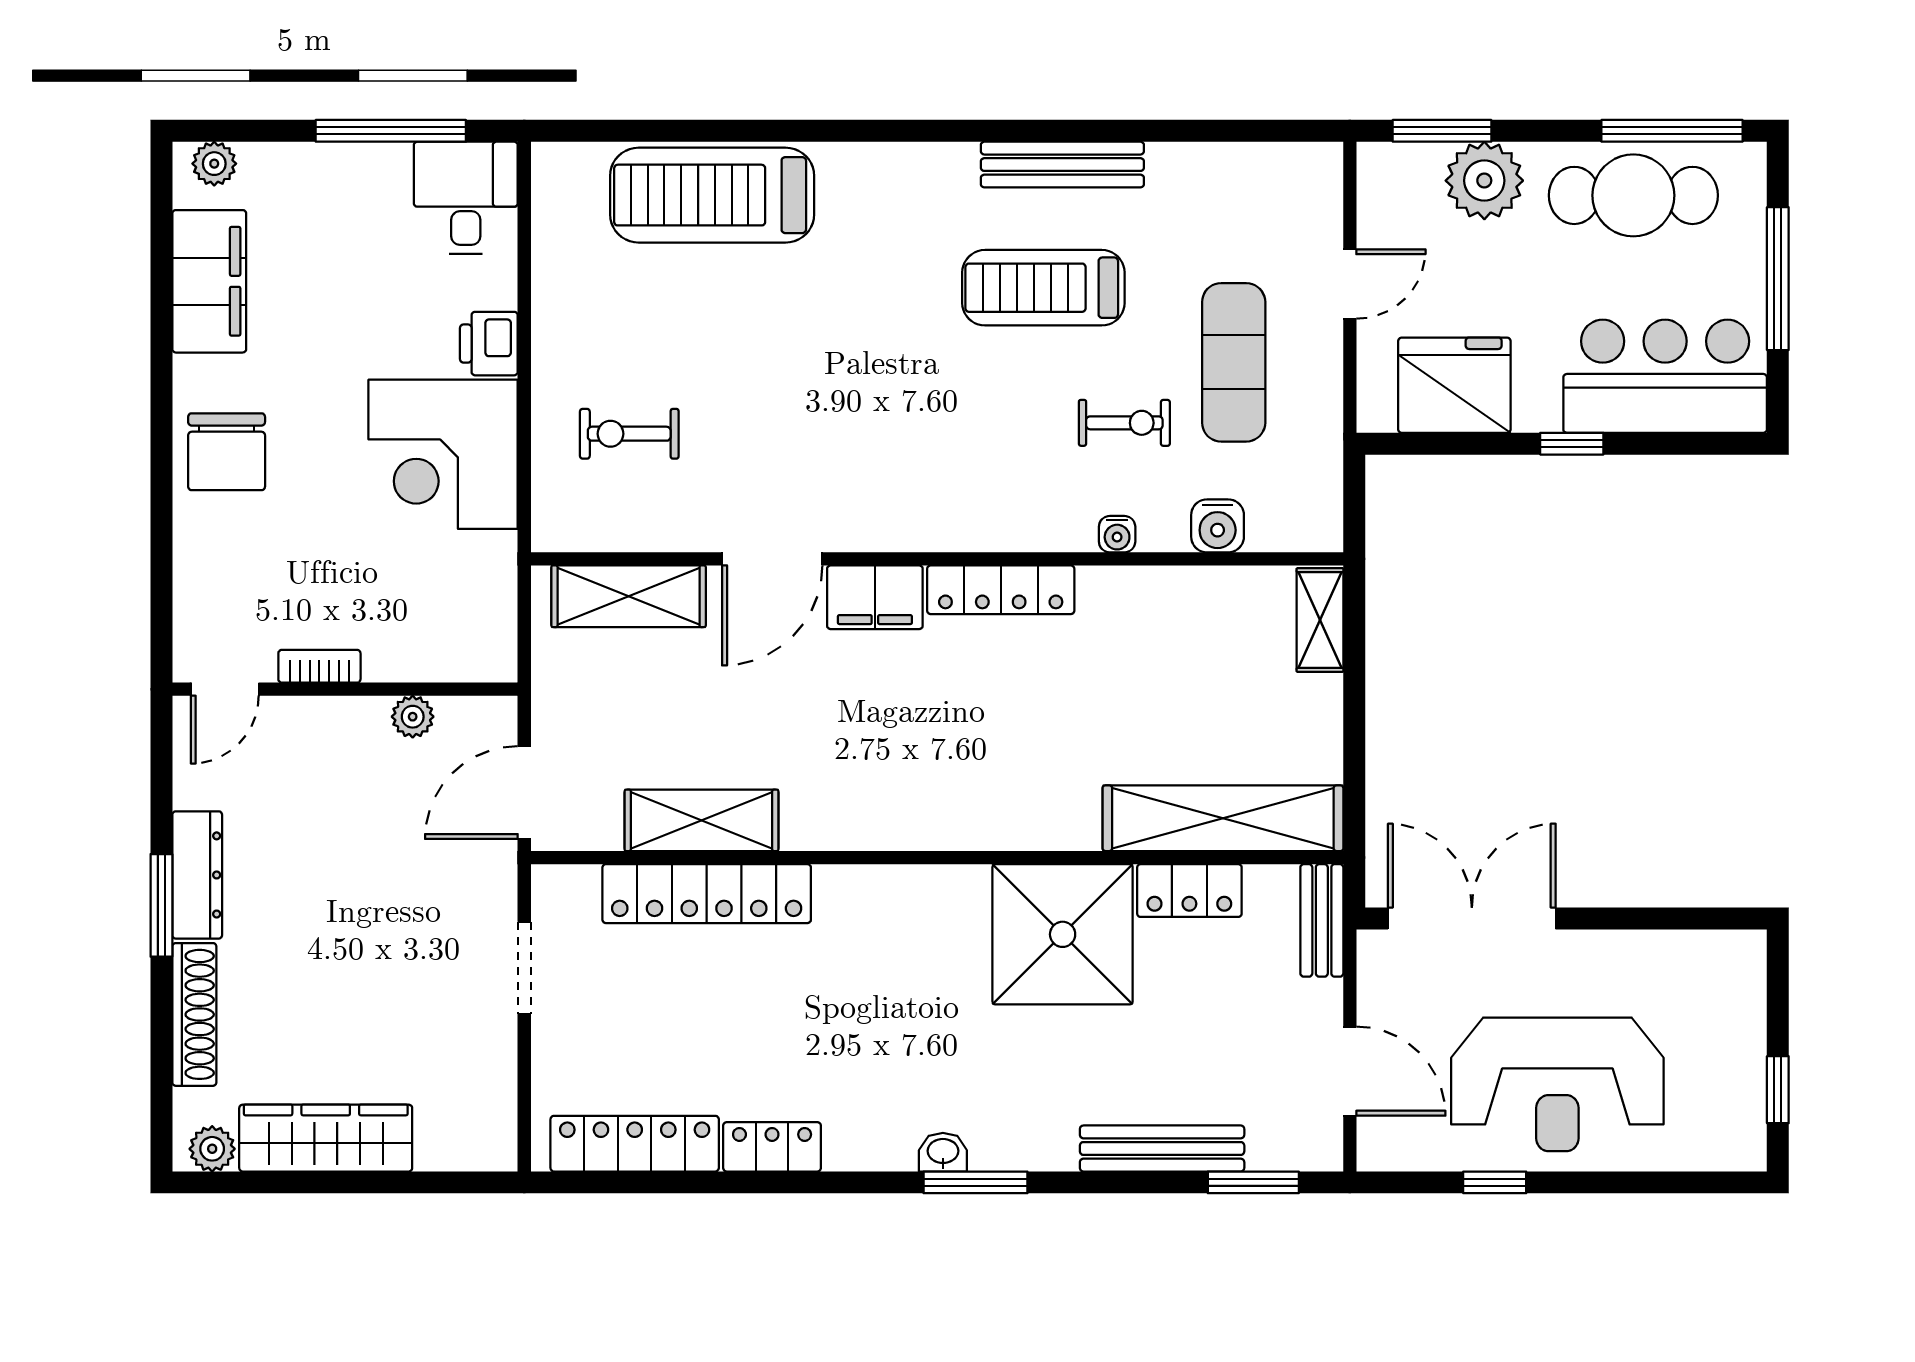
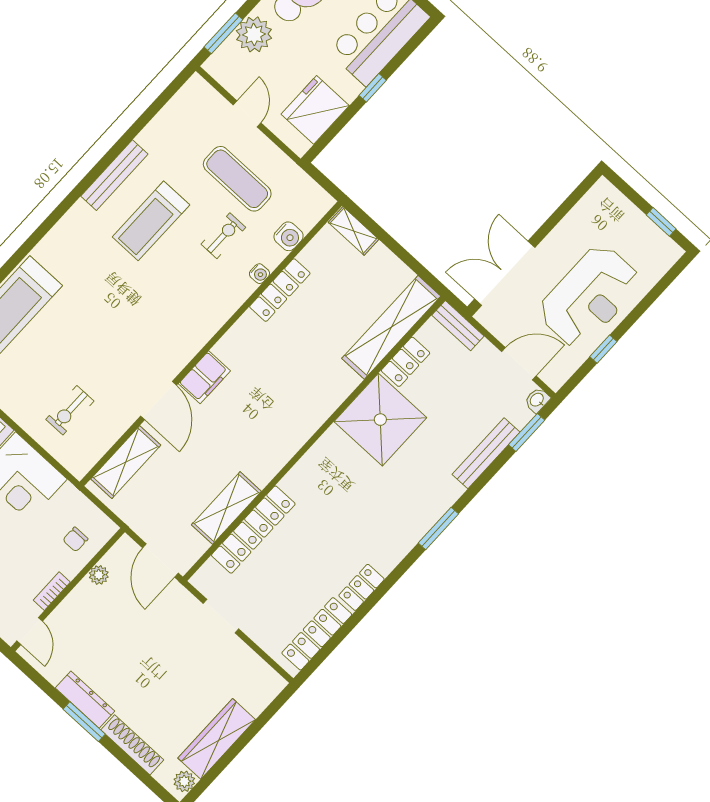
locker: (1001, 590) -> (280, 290), moved
chair: (435, 629) -> (75, 539), added
washbasin: (943, 1152) -> (537, 400), moved

